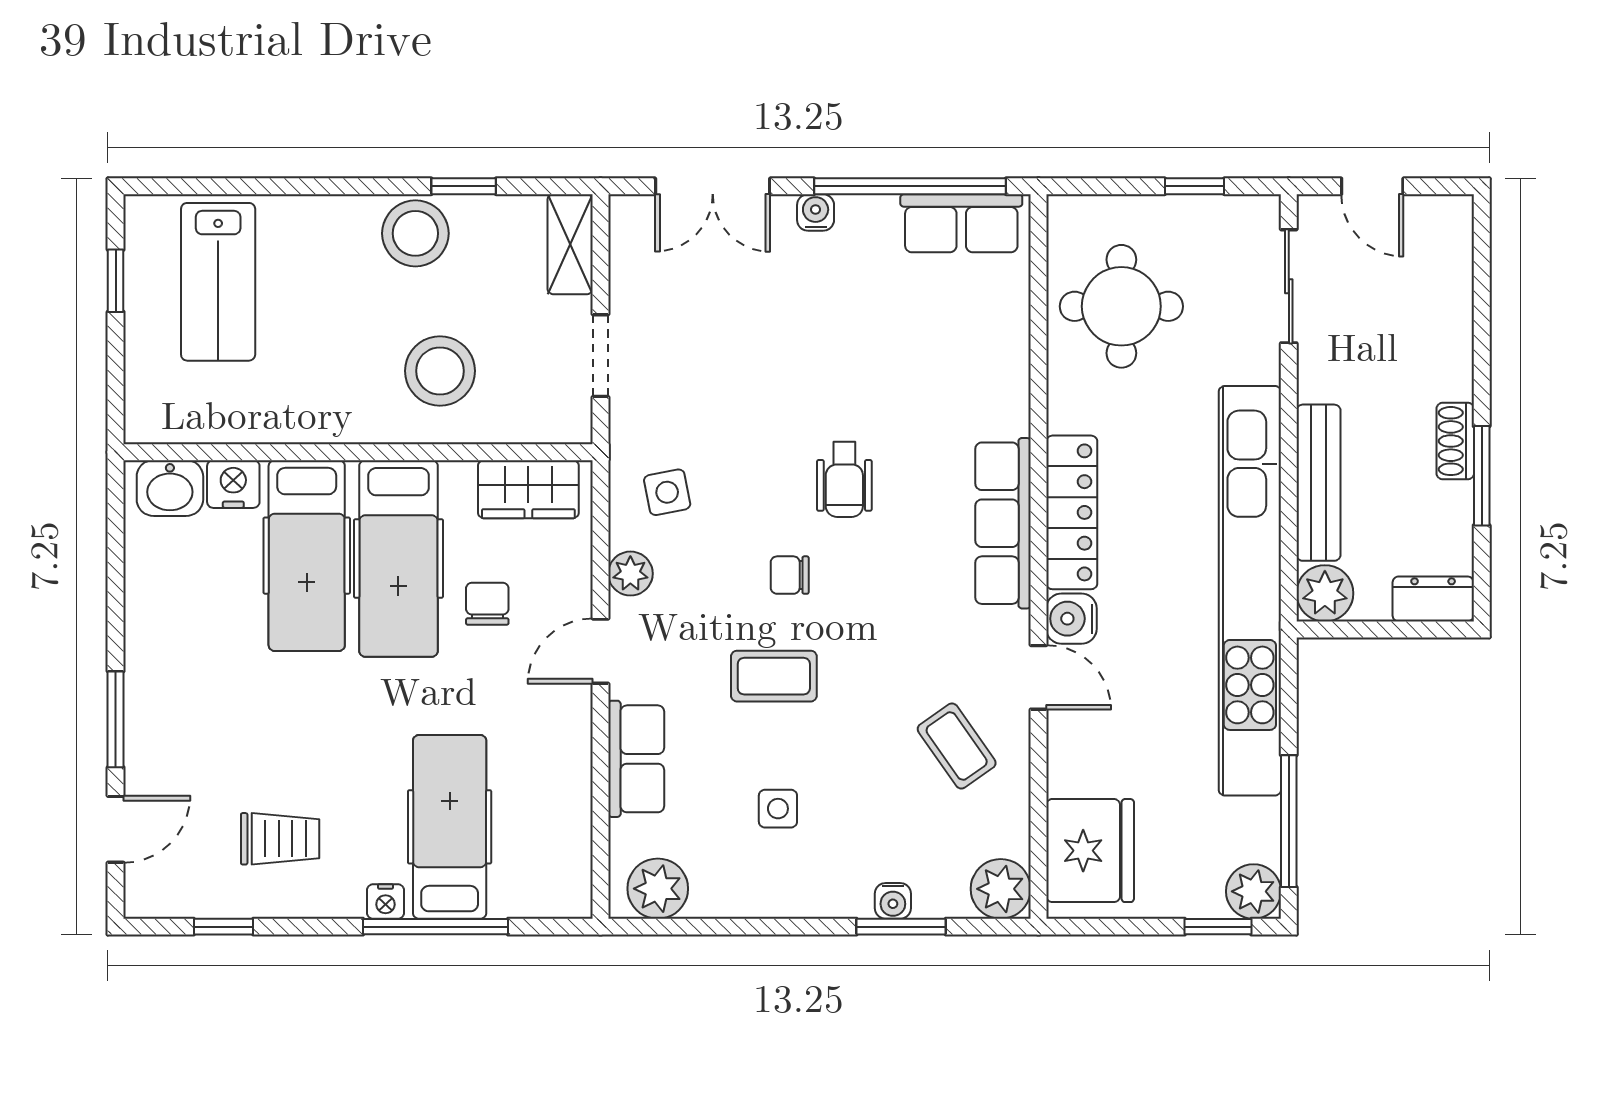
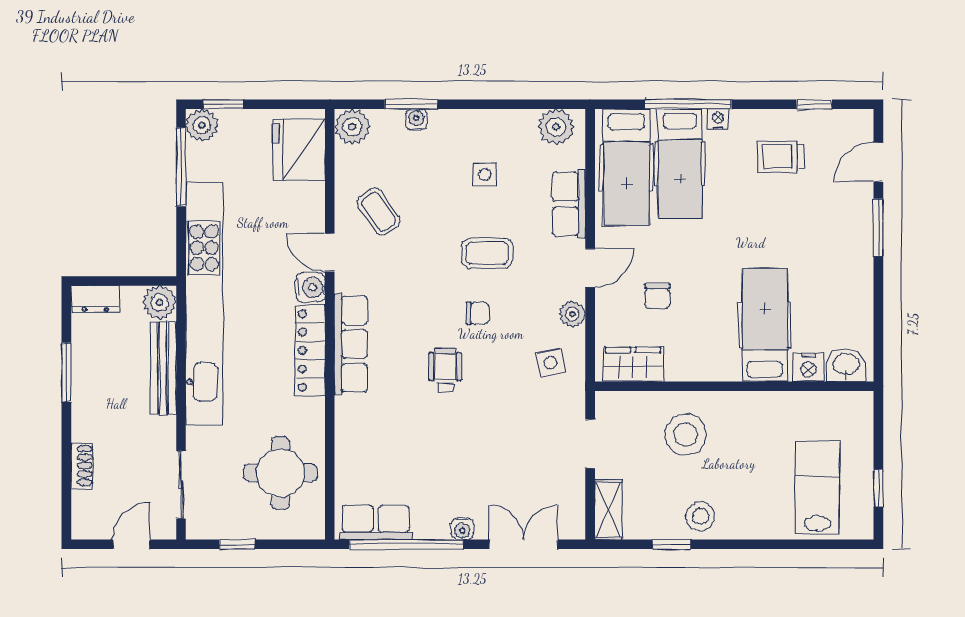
door: (1372, 186) -> (131, 544), hinge flipped
stool: (415, 233) -> (700, 516), width x0.73, depth x0.73
shoe rack: (1455, 441) -> (82, 465), moved
hospital bed: (398, 558) -> (626, 167), moved, turned 180

